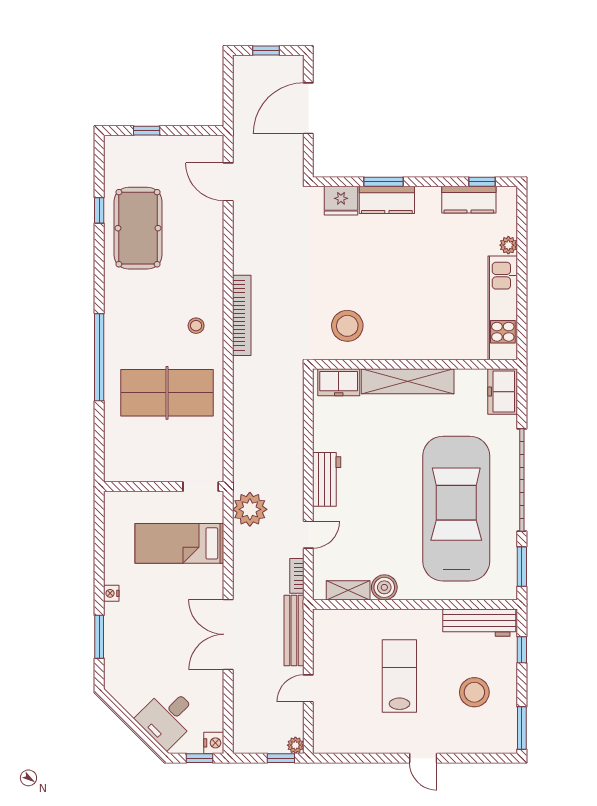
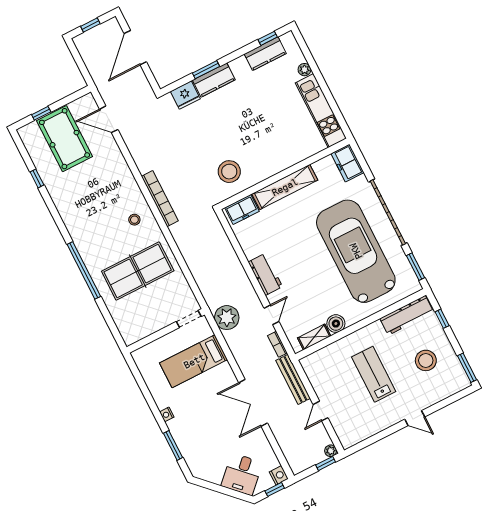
pool table: (138, 228) -> (64, 139), moved

